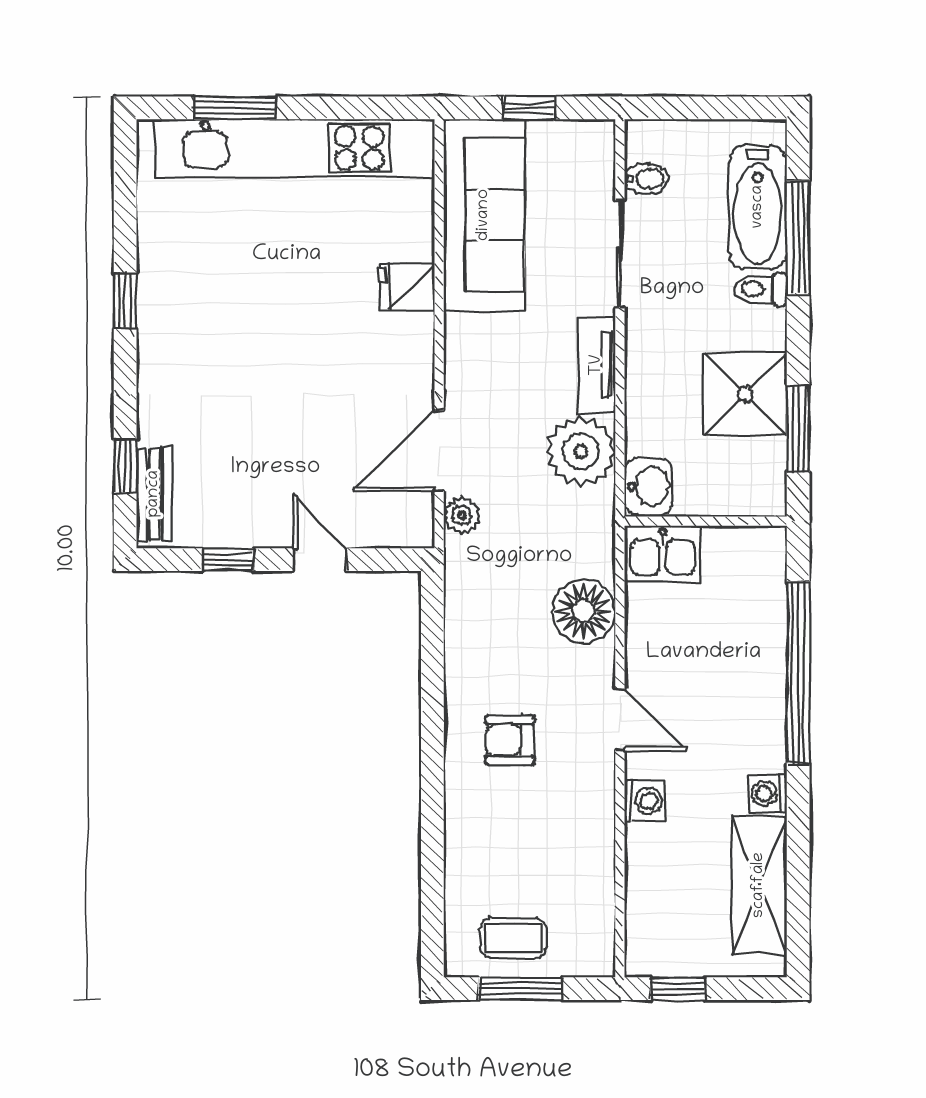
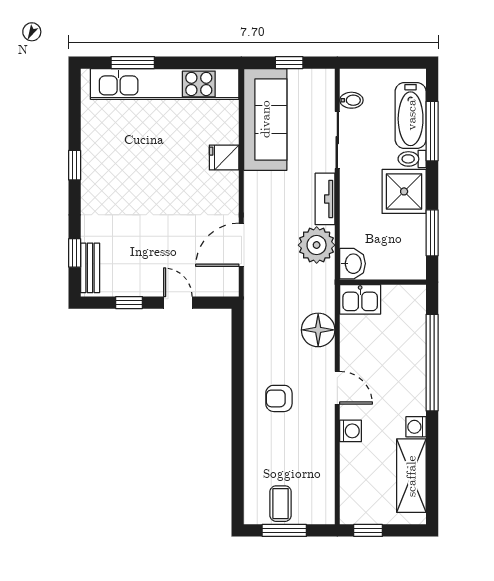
shower: (745, 394) -> (404, 191), moved
plant: (462, 515) -> (253, 279), removed
coffee table: (513, 938) -> (281, 504), turned 90

